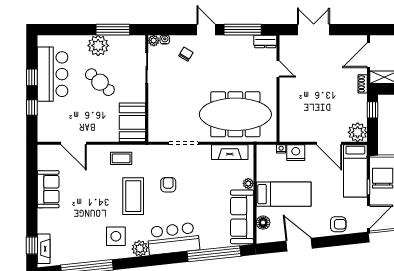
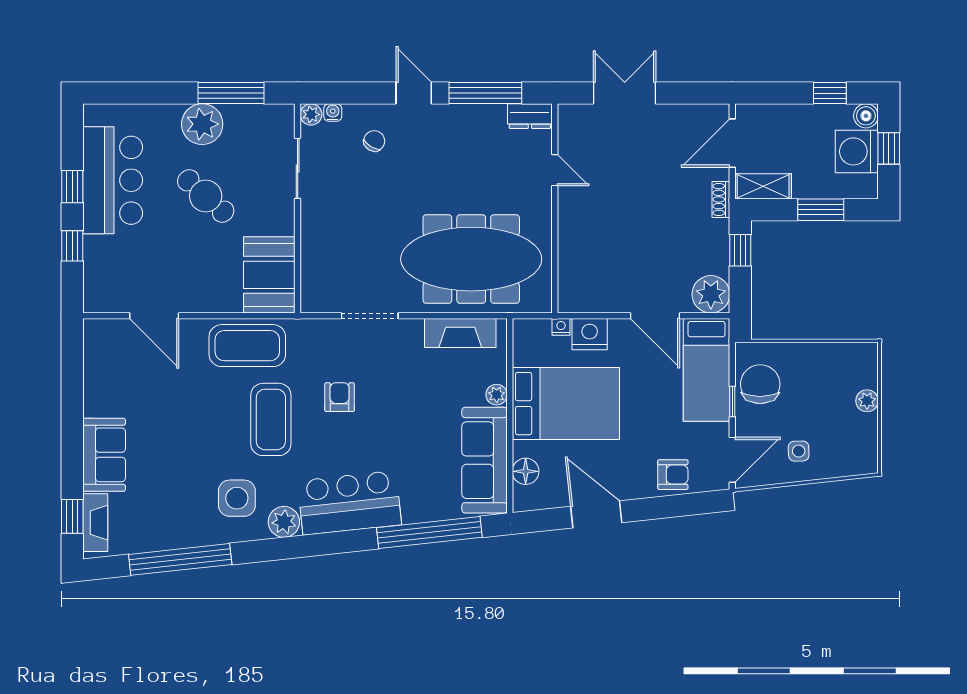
coffee table: (121, 158) -> (247, 346), width x1.86, depth x1.72
sofa: (48, 189) -> (104, 455), moved
bed: (284, 194) -> (566, 404), width x1.50

